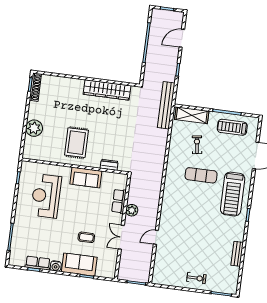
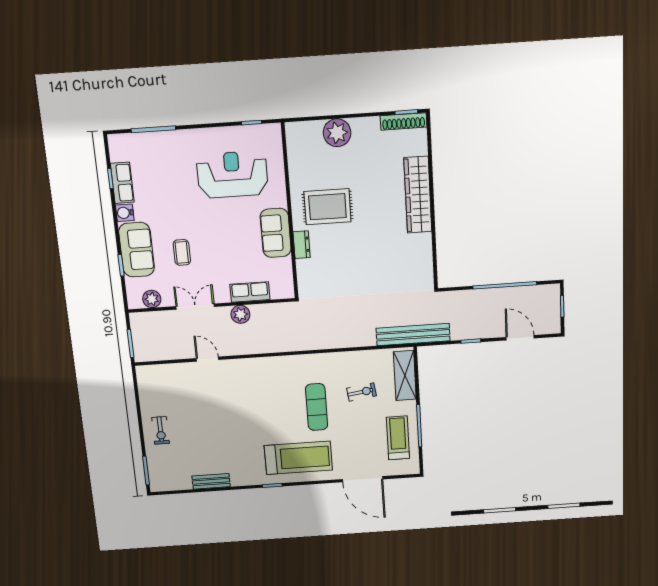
wardrobe: (107, 90) -> (418, 195), moved
dresser: (109, 165) -> (302, 245), moved
treadmill: (233, 194) -> (298, 458), turned 180
plant: (111, 263) -> (152, 299), added

